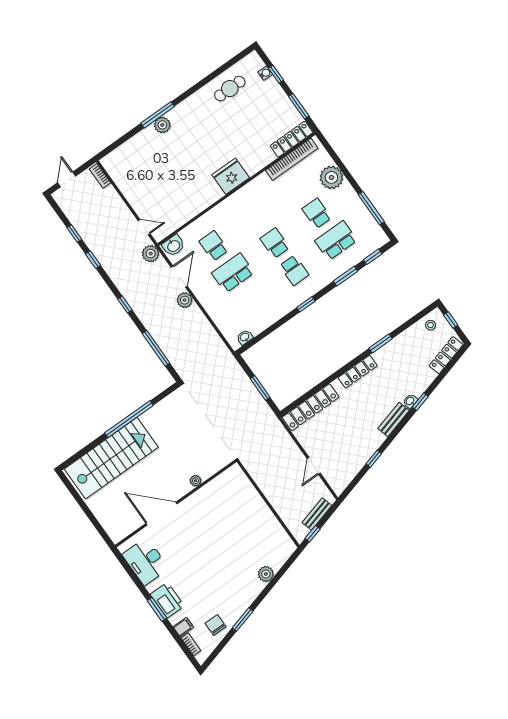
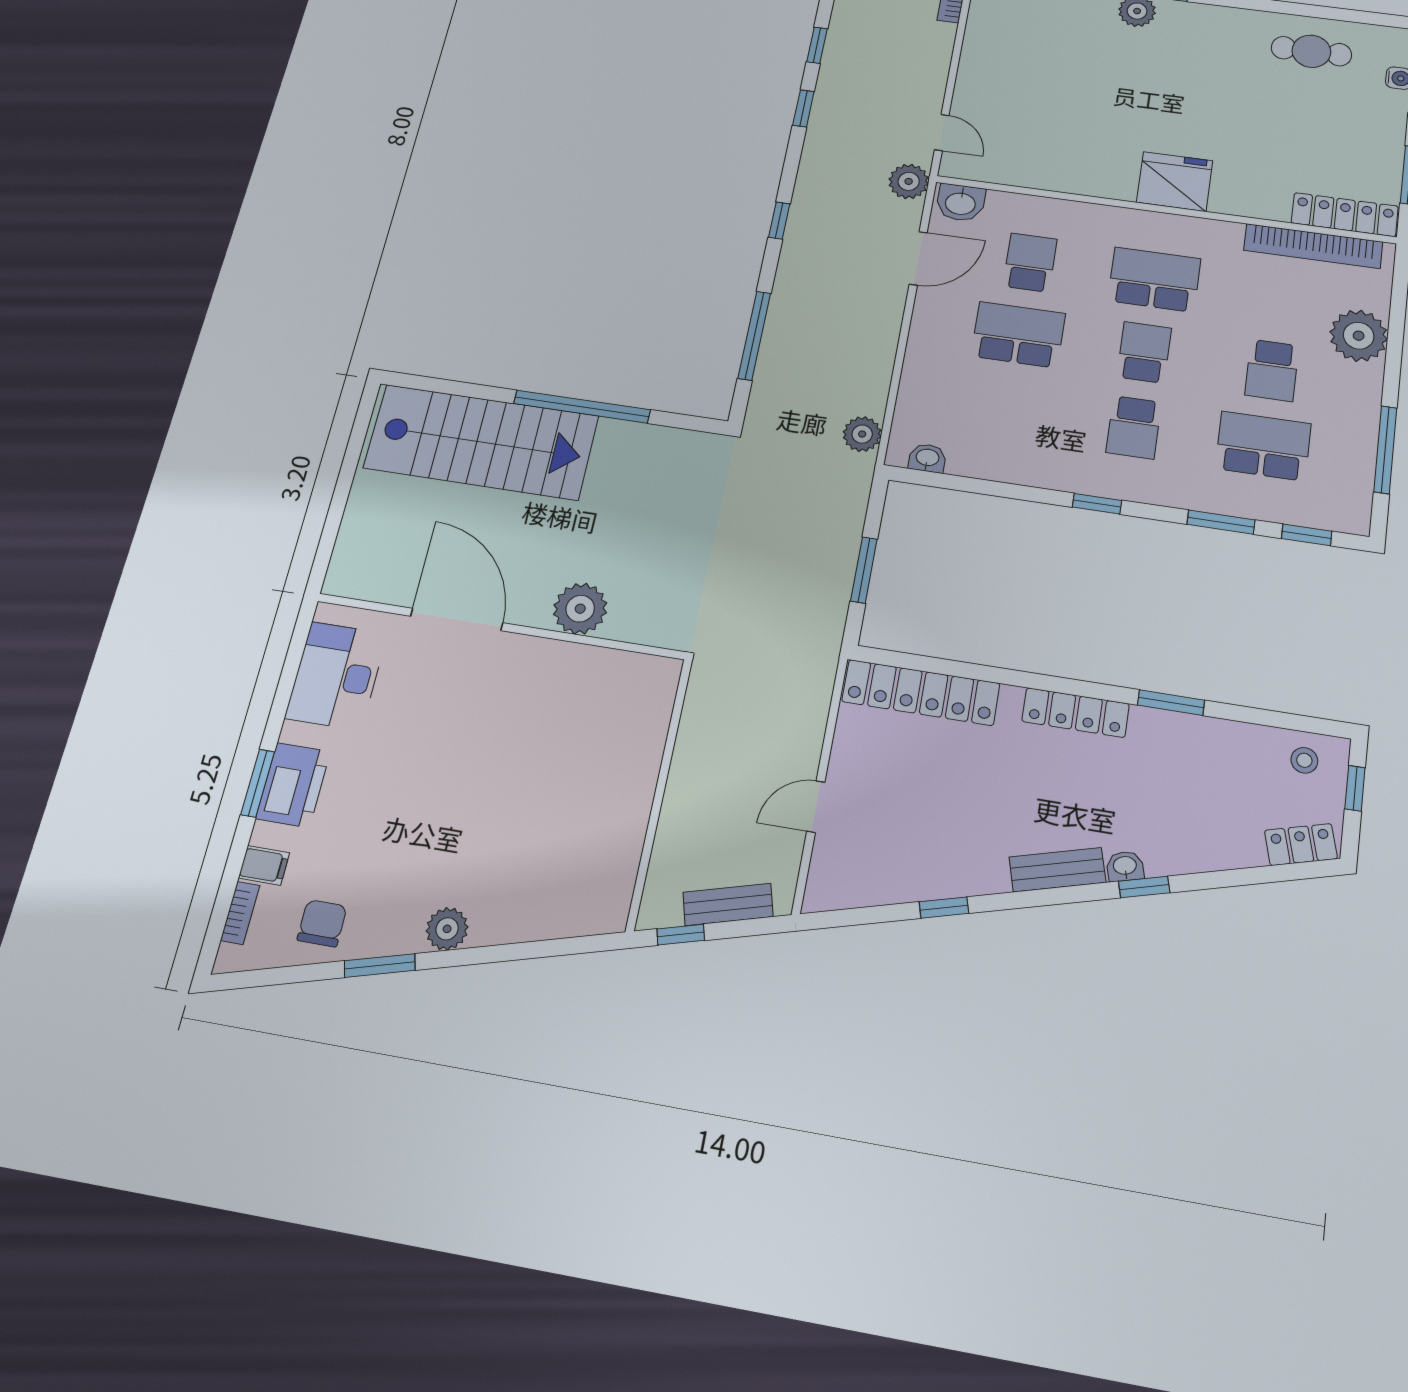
school desk: (317, 213) -> (1272, 370), turned 180
school desk: (256, 216) -> (1154, 280), added
plant: (185, 300) -> (862, 434), moved
locker: (446, 355) -> (1301, 845), width x0.66
plant: (196, 481) -> (580, 609), width x1.88, depth x1.88
plant: (266, 574) -> (447, 929), moved

